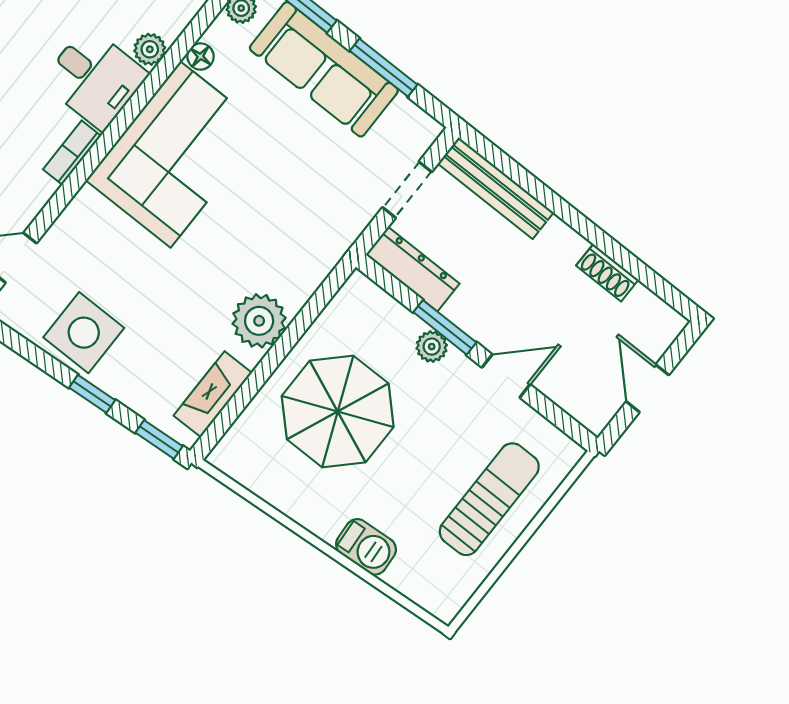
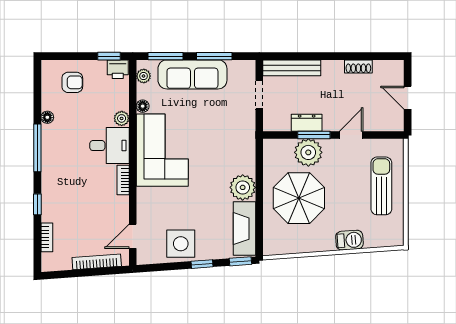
dresser: (413, 269) -> (307, 123), moved, width x0.70
plant: (432, 347) -> (308, 152), width x1.87, depth x1.87
fireplace: (213, 394) -> (244, 229), width x1.37, depth x1.32

